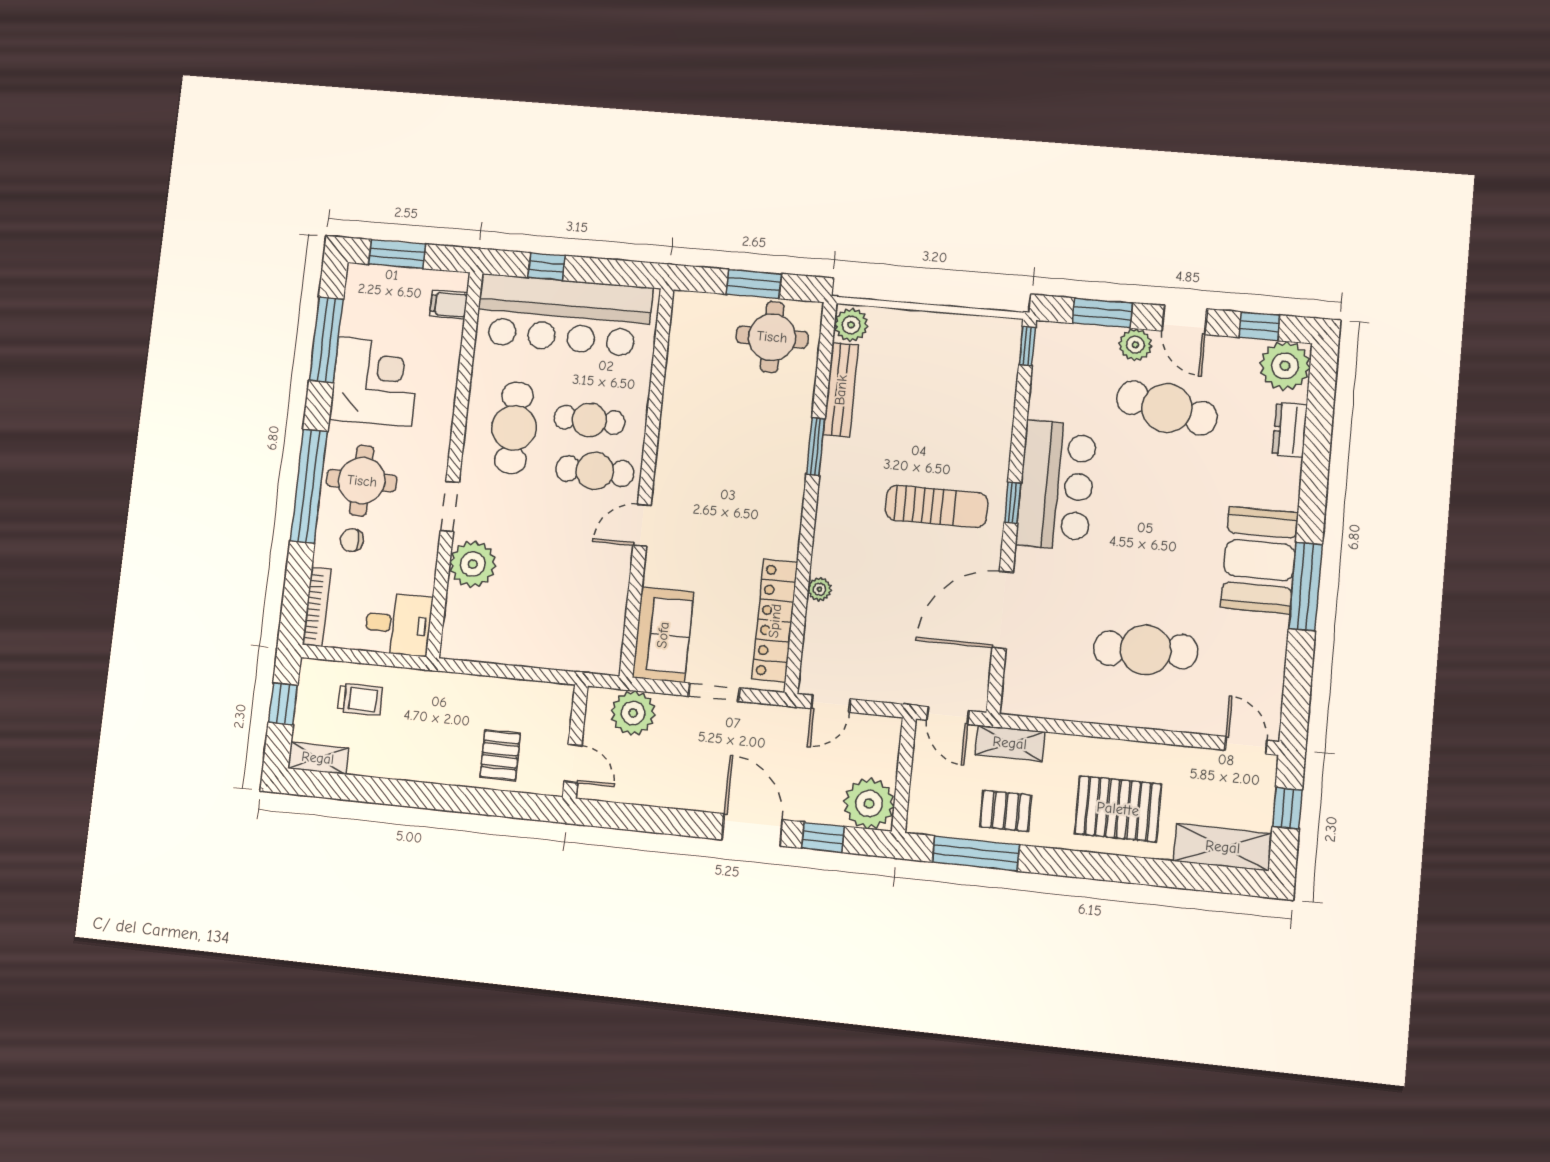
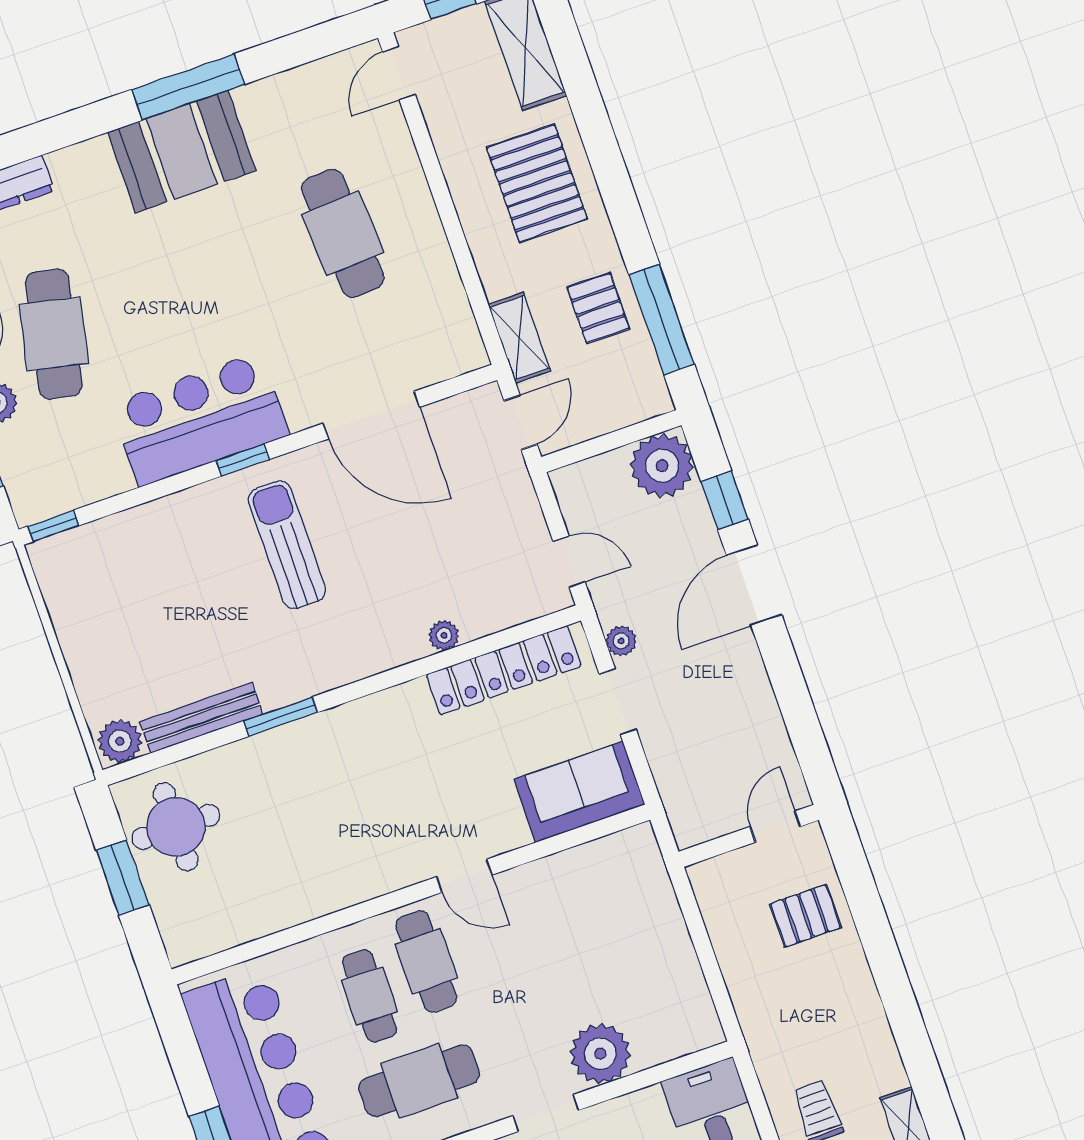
plant: (633, 713) -> (621, 641), moved, width x0.53, depth x0.53

